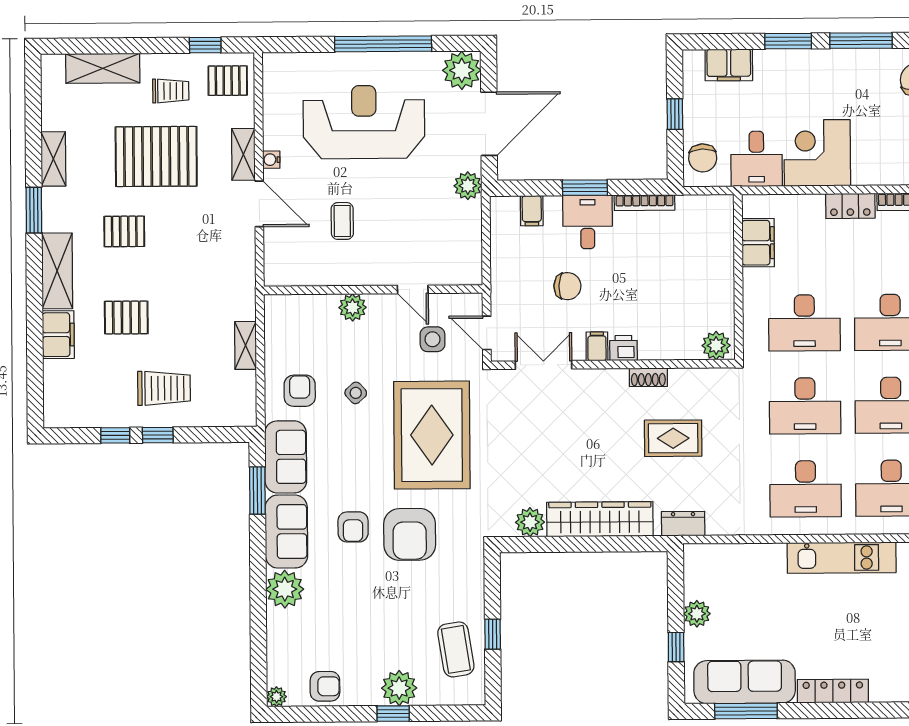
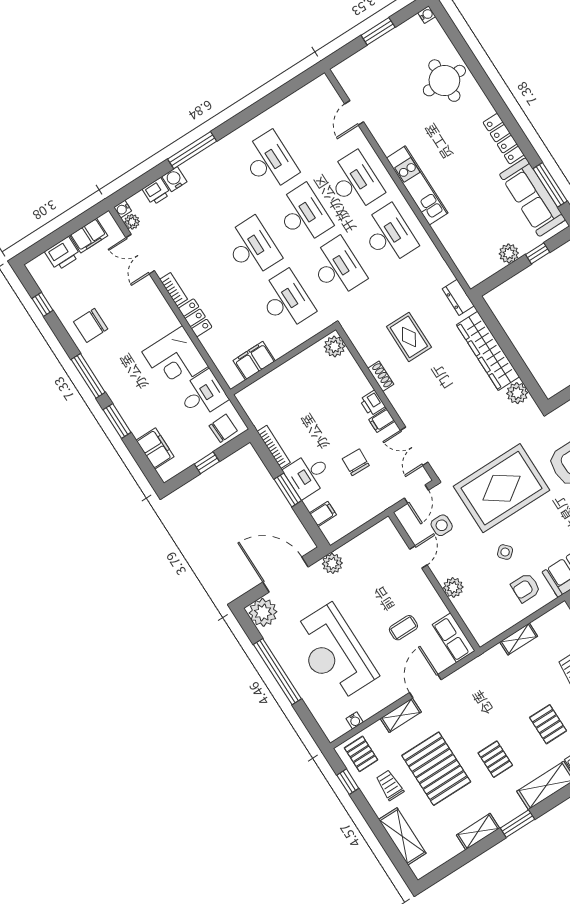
water cooler: (271, 160) -> (355, 720), moved
row of seats: (294, 272) -> (454, 638), added

